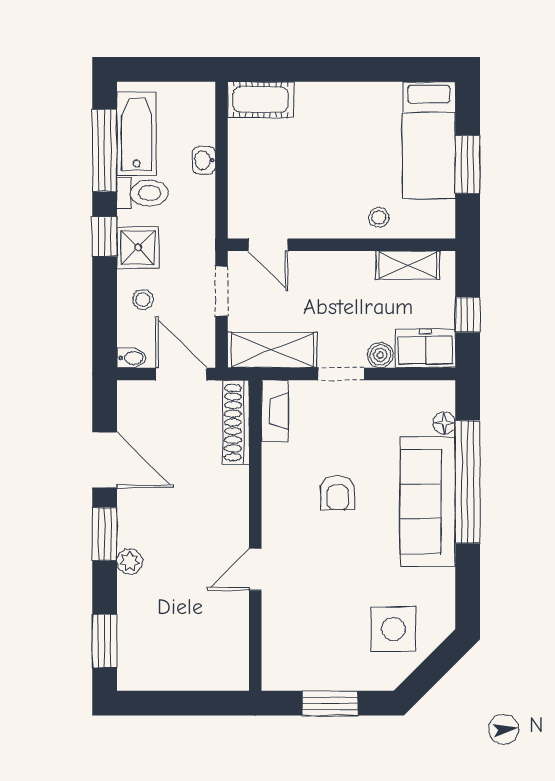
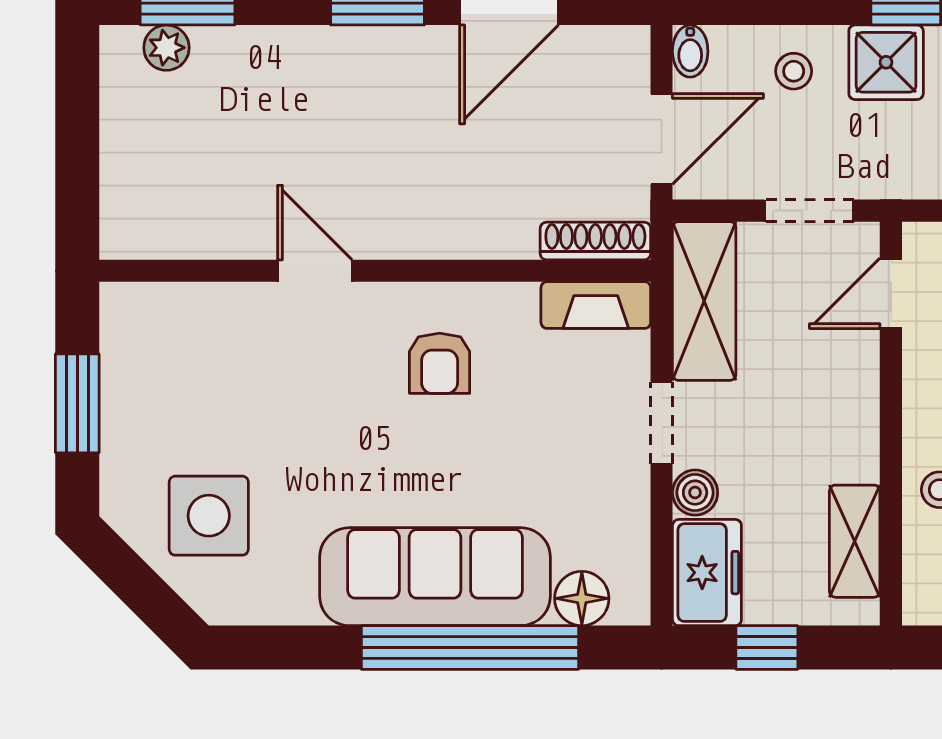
shoe rack: (236, 422) -> (595, 241), width x0.74, depth x0.81
floor lamp: (444, 423) -> (582, 598), width x1.37, depth x1.37
armchair: (338, 493) -> (440, 363), moved, turned -90
plant: (130, 561) -> (166, 48), moved

